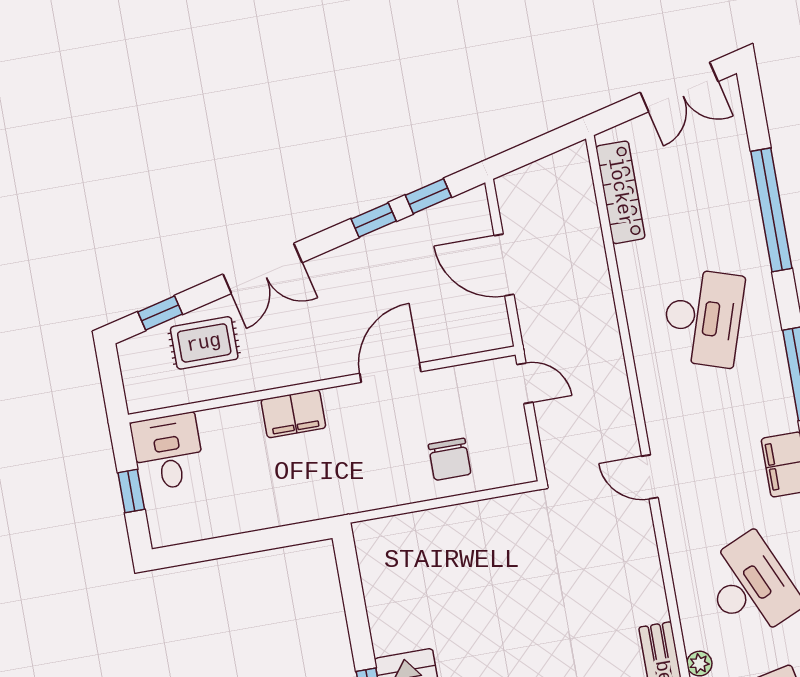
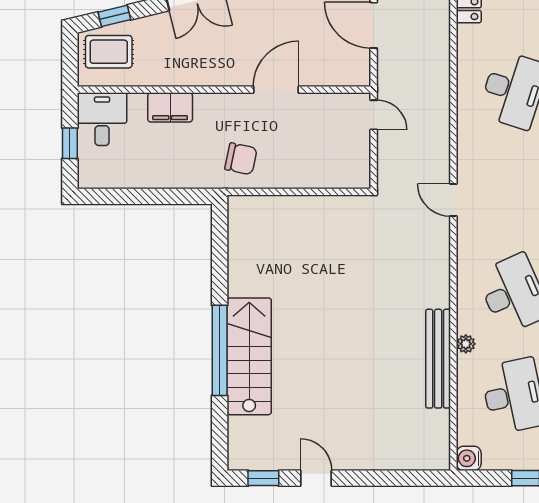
rug: (204, 343) -> (109, 52), moved
filing cabinet: (293, 414) -> (170, 107), moved
chair: (450, 459) -> (241, 159), moved, turned -78

